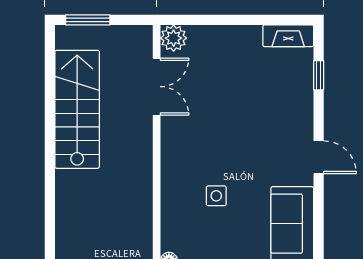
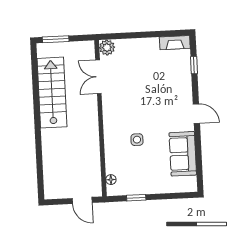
double door: (157, 87) -> (98, 77), swing flipped

